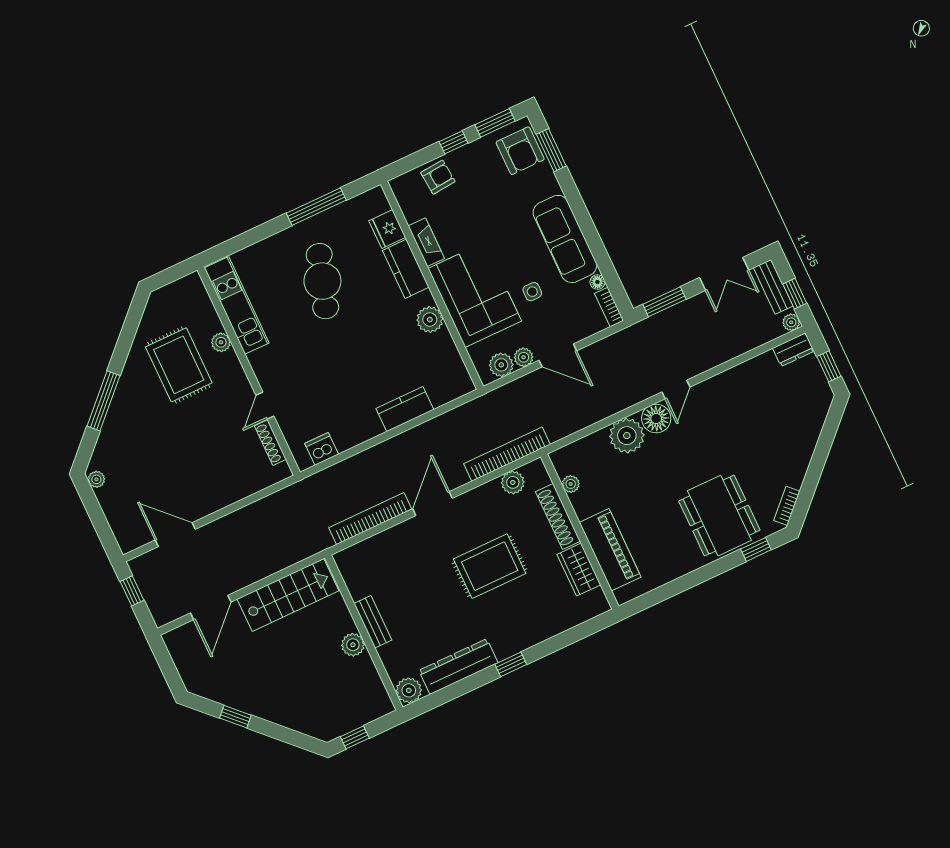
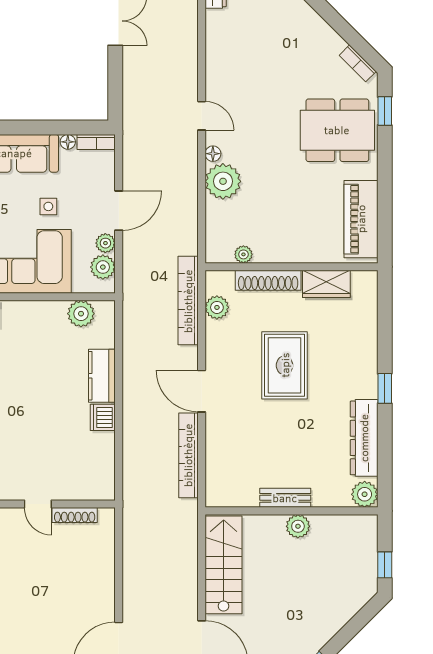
window: (664, 302) -> (115, 88), removed
plant: (430, 320) -> (81, 314), moved
floor lamp: (656, 418) -> (213, 154), width x0.53, depth x0.53
dishwasher: (322, 449) -> (103, 417), moved
piano: (610, 550) -> (361, 219), moved, turned -90

